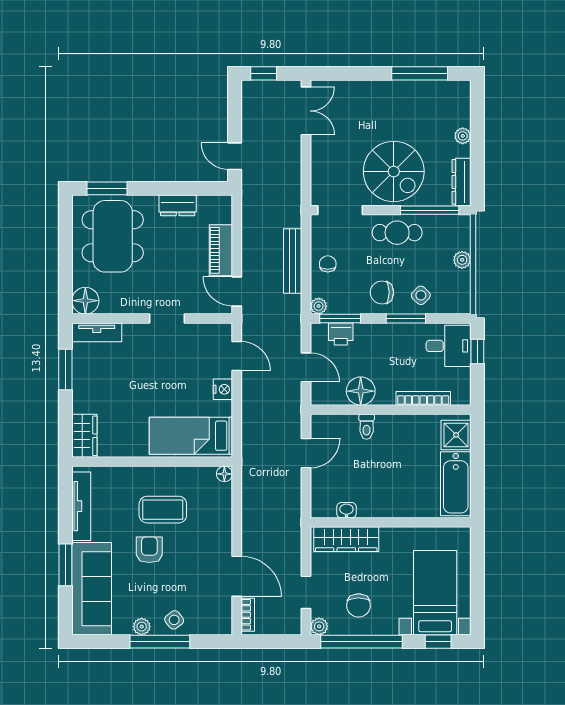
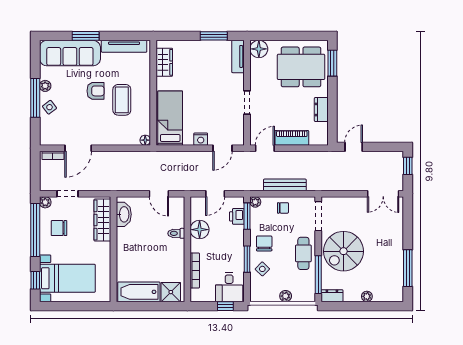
dresser: (462, 182) -> (332, 296), width x0.70
wardrobe: (84, 436) -> (164, 62), moved, turned -90
washbasin: (346, 510) -> (124, 214), width x1.91, depth x1.45

